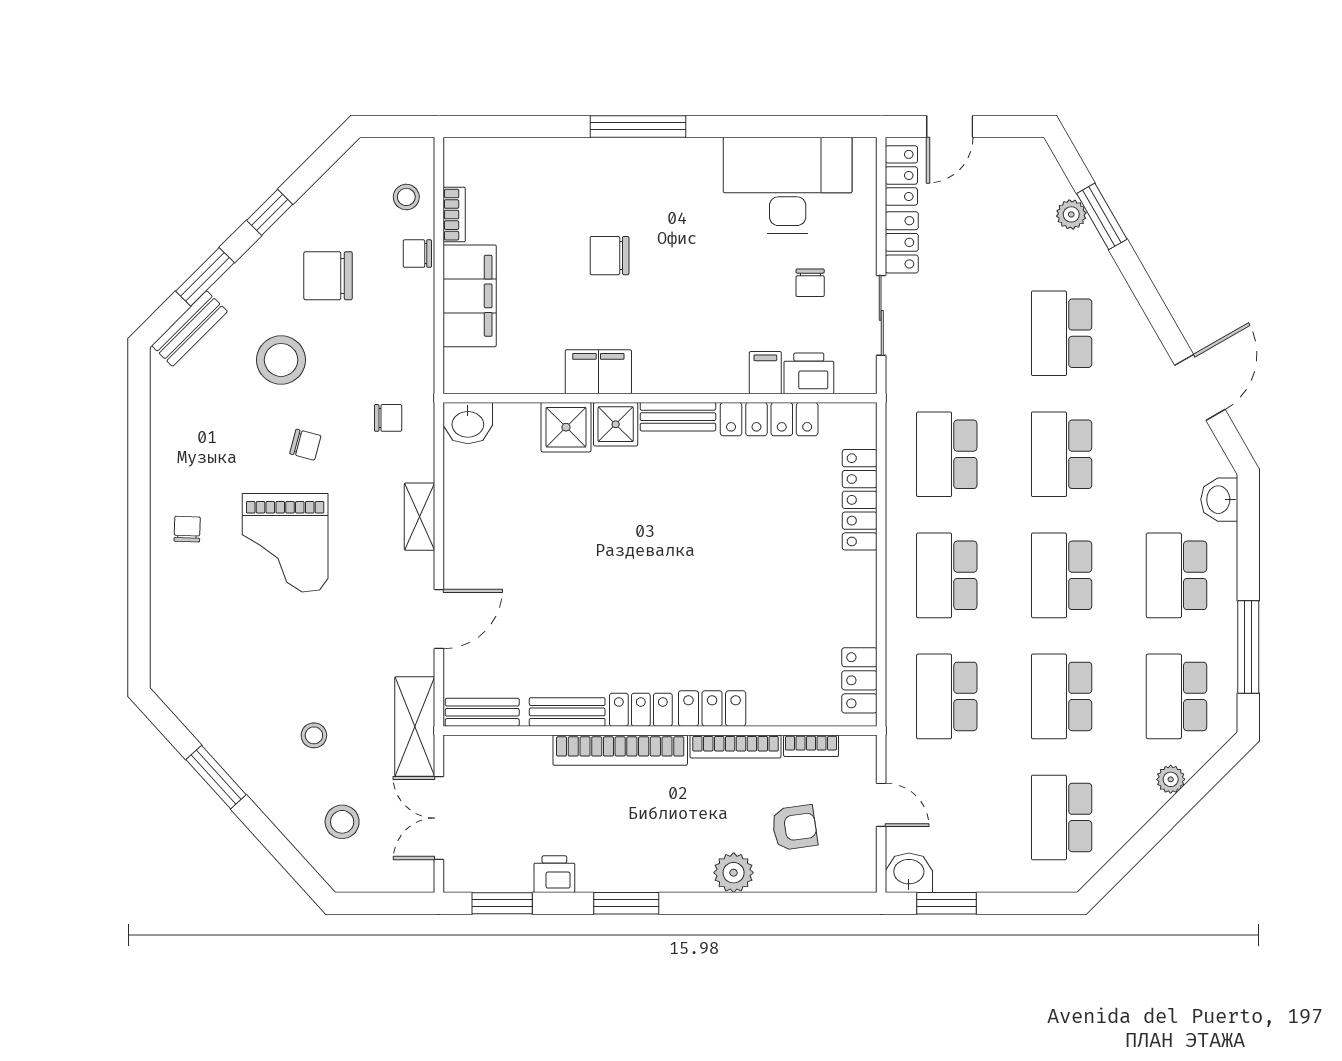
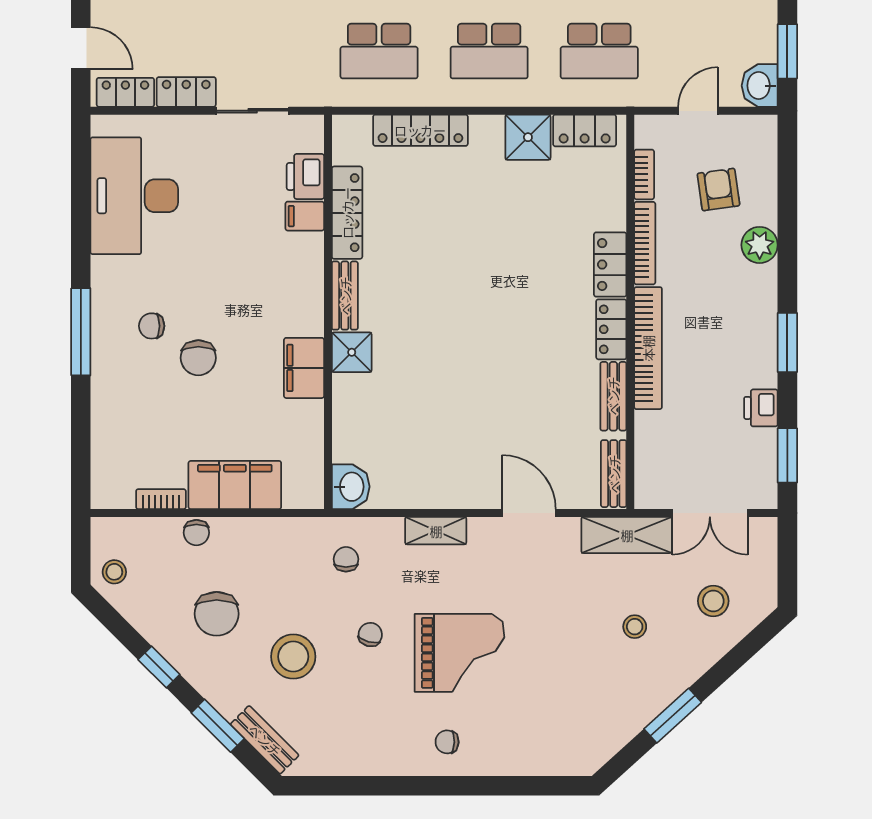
stool: (406, 197) -> (114, 572), moved
chair: (810, 283) -> (152, 326), moved, turned 180
shower: (566, 427) -> (528, 137), moved

